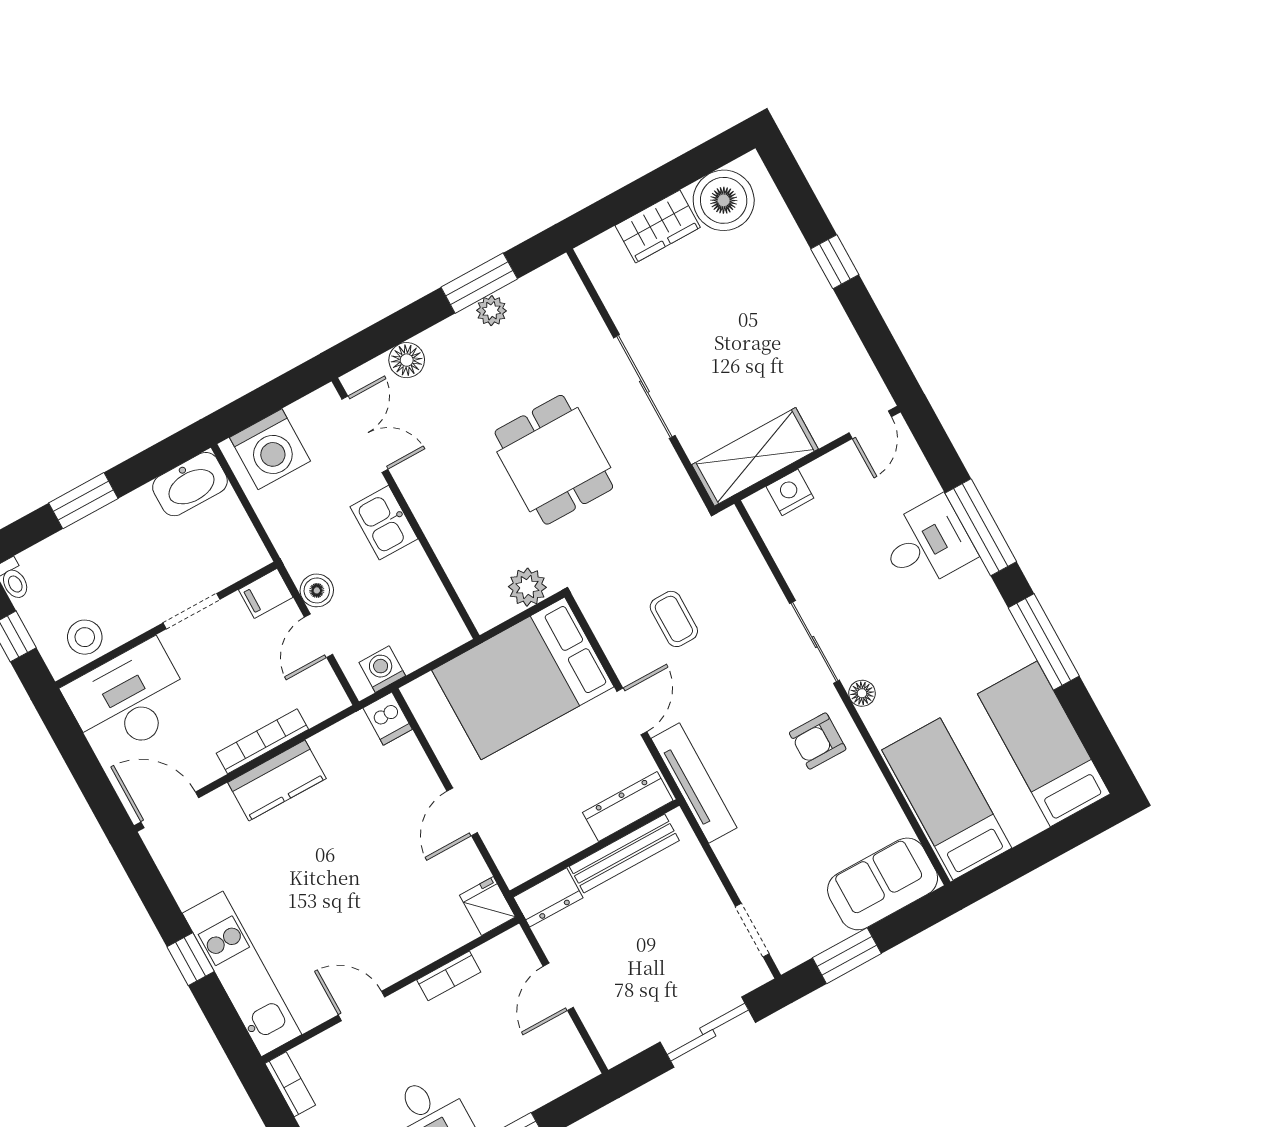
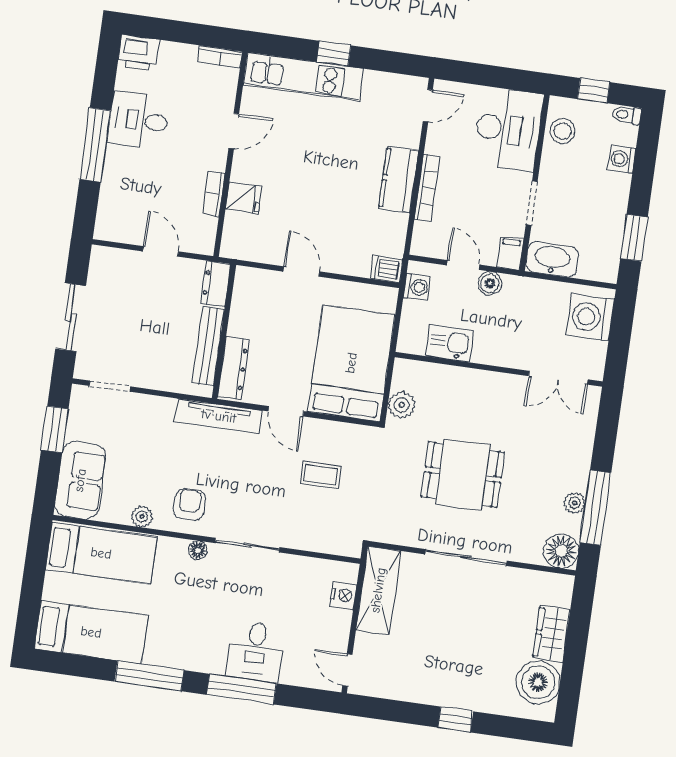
window: (479, 283) -> (596, 508), width x1.44
floor lamp: (407, 360) -> (561, 551), moved, width x1.38, depth x1.38
washbasin: (190, 484) -> (552, 259), moved, turned 90
window: (83, 501) -> (634, 238), moved
kitchen sink: (384, 523) -> (449, 344), moved
washing machine: (66, 547) -> (622, 159), added
plant: (871, 784) -> (142, 517), added
door: (170, 810) -> (428, 106), width x0.73
fridge: (487, 906) -> (244, 198), moved

